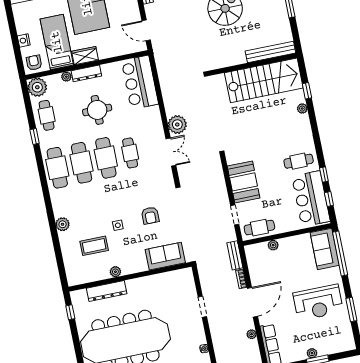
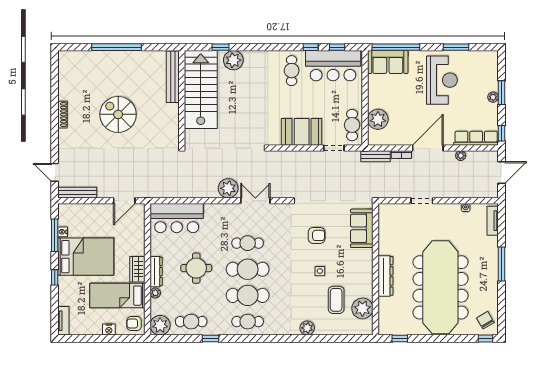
plant: (302, 109) -> (233, 60), width x1.88, depth x1.88
cafe table: (57, 168) -> (248, 322), width x0.73, depth x0.74
plant: (273, 245) -> (378, 119), width x1.87, depth x1.87
plant: (115, 272) -> (362, 308), moved, width x1.87, depth x1.87
dresser: (107, 291) -> (386, 276), moved
door: (252, 302) -> (428, 148), hinge flipped

